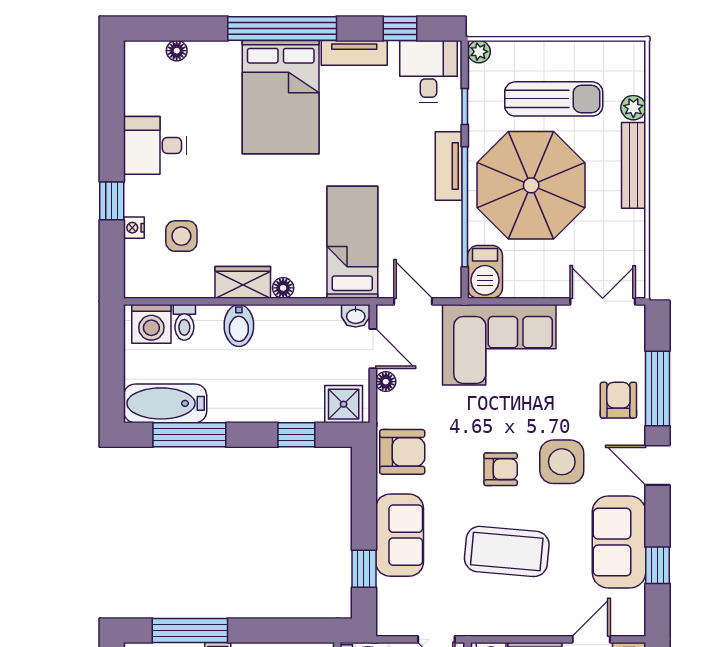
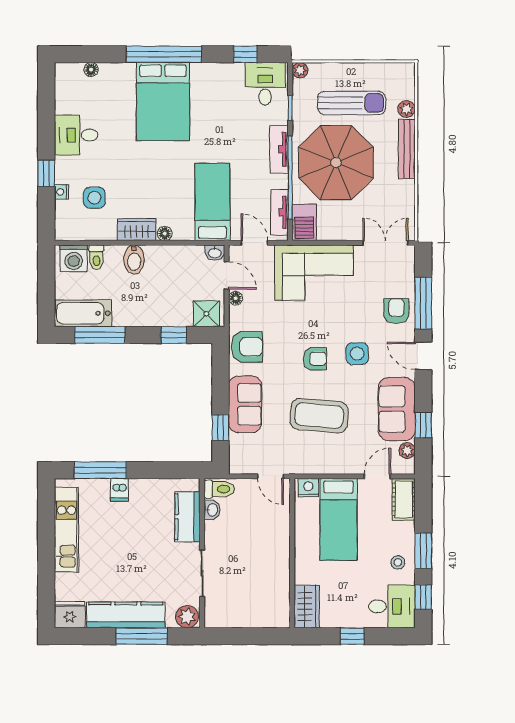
tv unit: (354, 53) -> (279, 212), moved, turned 90
side table: (562, 462) -> (357, 354), width x0.73, depth x0.73
plant: (634, 602) -> (407, 451), added

